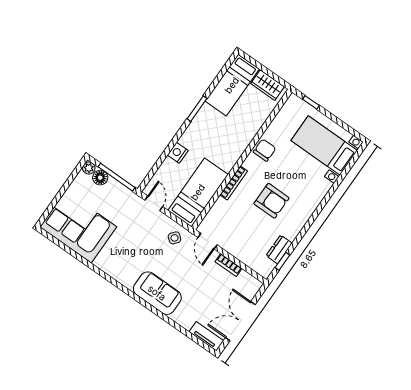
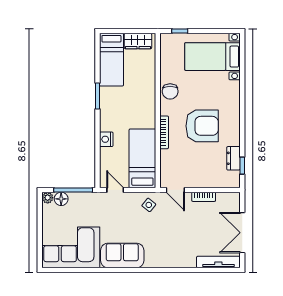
chair: (265, 150) -> (170, 91), turned 180
armchair: (271, 201) -> (202, 126), width x1.36, depth x1.36
sofa: (157, 293) -> (122, 255), moved
tv unit: (206, 336) -> (218, 262), width x1.41

